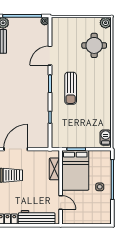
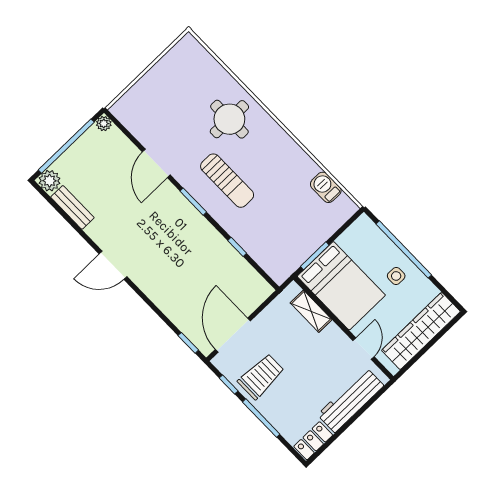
plant: (106, 23) -> (188, 46), removed
round table: (94, 45) -> (229, 119), moved
barbecue: (106, 138) -> (326, 187), moved
door: (61, 202) -> (364, 349), hinge flipped
wardrobe: (89, 217) -> (421, 331), added

